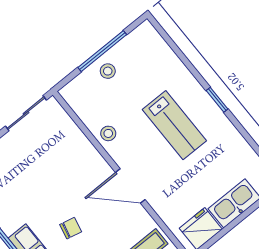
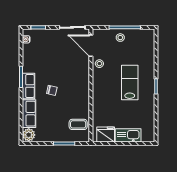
lab bench: (174, 125) -> (130, 82), turned 180
door: (130, 186) -> (91, 46), moved

